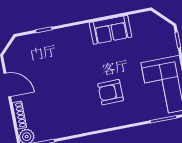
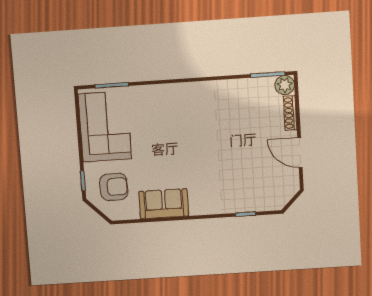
armchair: (111, 92) -> (114, 187), moved

